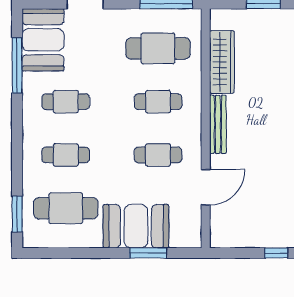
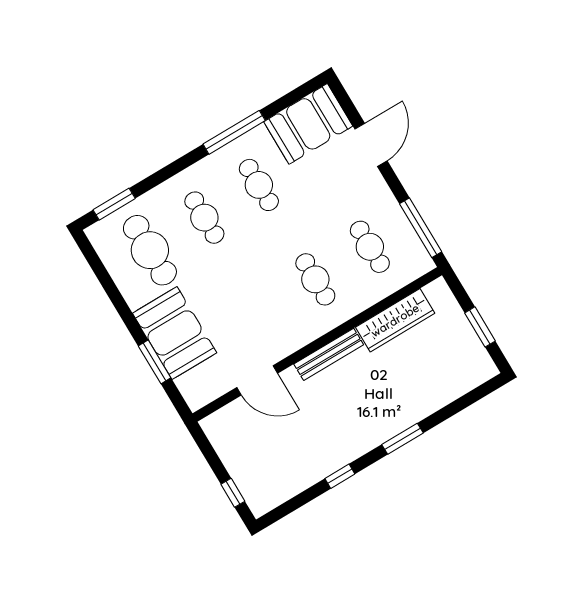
cafe table: (158, 48) -> (370, 247), width x0.73, depth x0.74
window: (17, 65) -> (234, 132), moved
cafe table: (158, 155) -> (261, 312), removed

